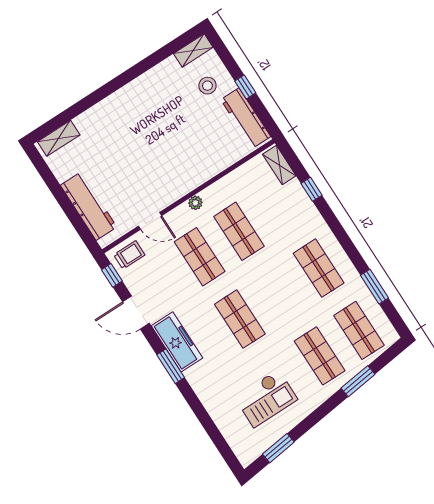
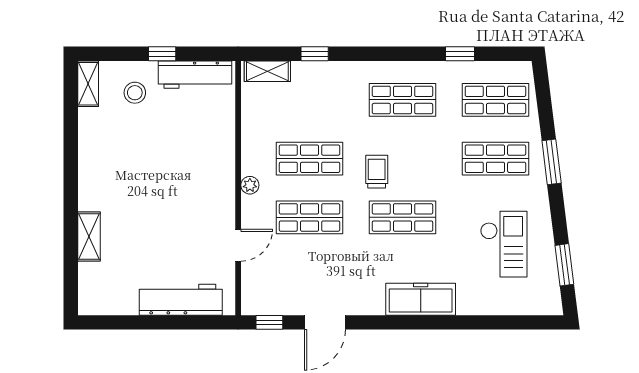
shelving: (59, 138) -> (89, 236), moved
trolley: (129, 255) -> (377, 172), moved
window: (375, 287) -> (460, 54), width x0.67
freezer: (177, 342) -> (421, 299), moved
window: (171, 366) -> (405, 322), removed
window: (358, 381) -> (552, 162), moved

